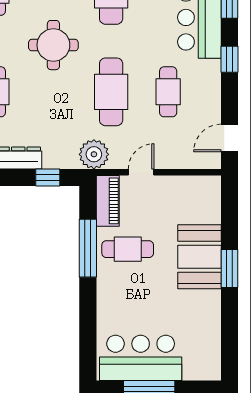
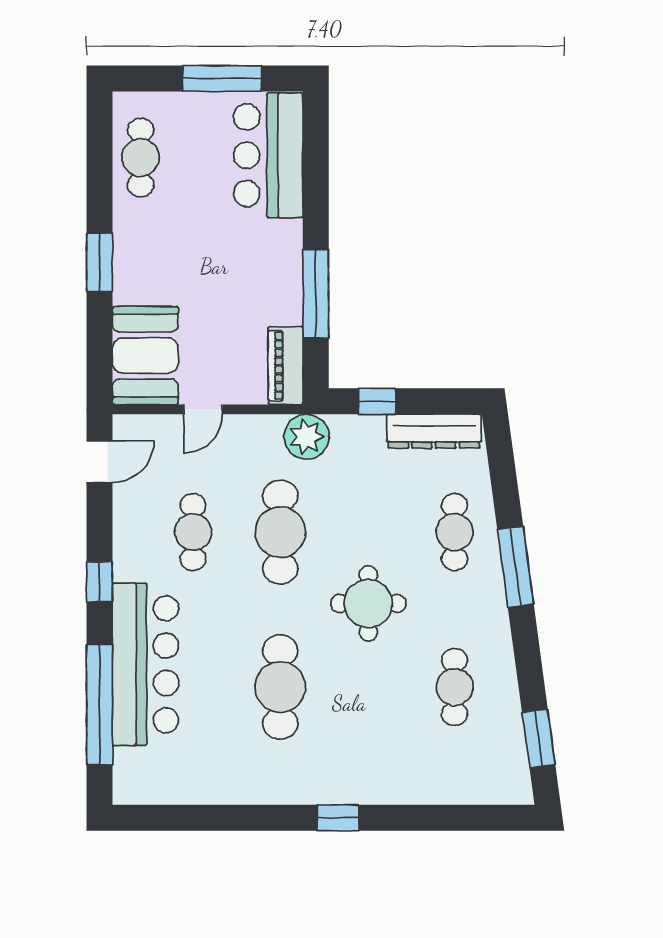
door: (141, 172) -> (203, 409), moved
cafe table: (128, 249) -> (141, 157), moved, turned 90
booth: (199, 257) -> (145, 355), moved
bar counter: (141, 358) -> (268, 155), moved, turned 90

